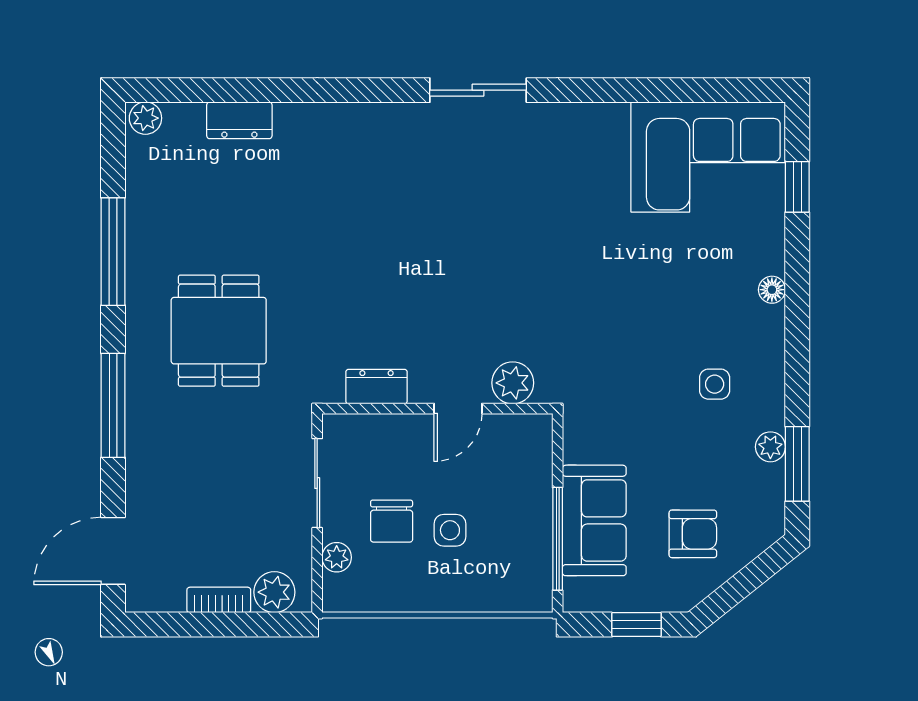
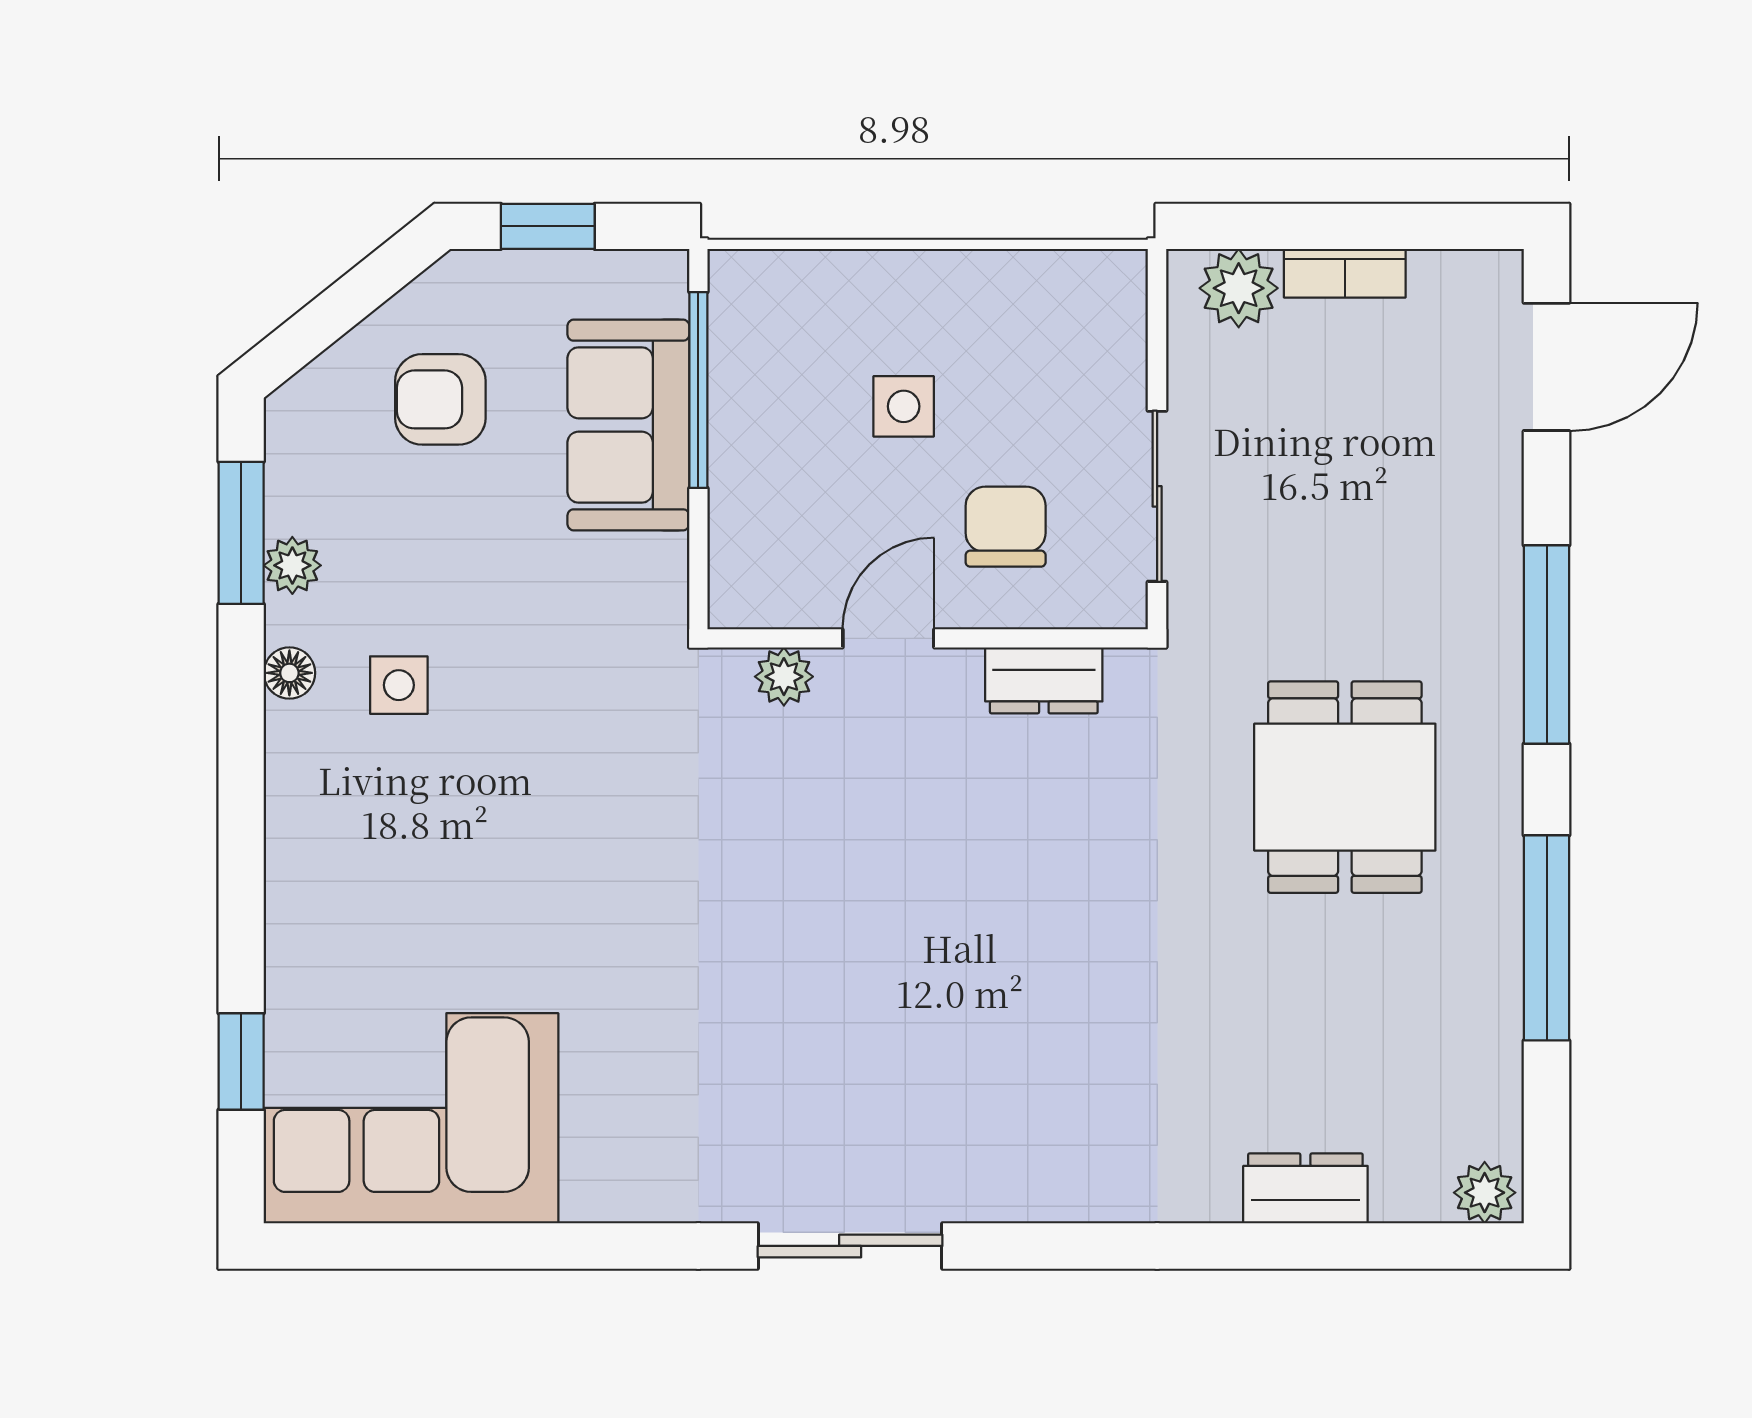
floor lamp: (772, 290) -> (289, 673), moved
plant: (513, 383) -> (784, 677), width x0.73, depth x0.73
chair: (392, 521) -> (1006, 527), moved
plant: (337, 557) -> (1120, 355), removed

